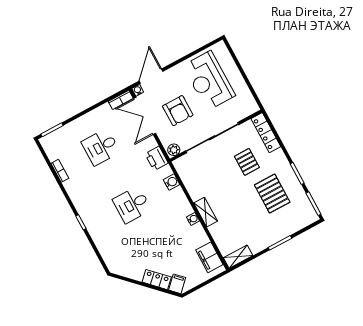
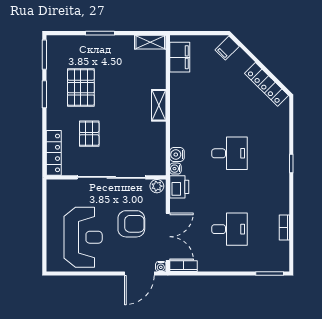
armchair: (178, 111) -> (131, 224), turned 90
water cooler: (193, 219) -> (175, 169), moved
locker: (157, 280) -> (267, 84), moved, width x1.53

